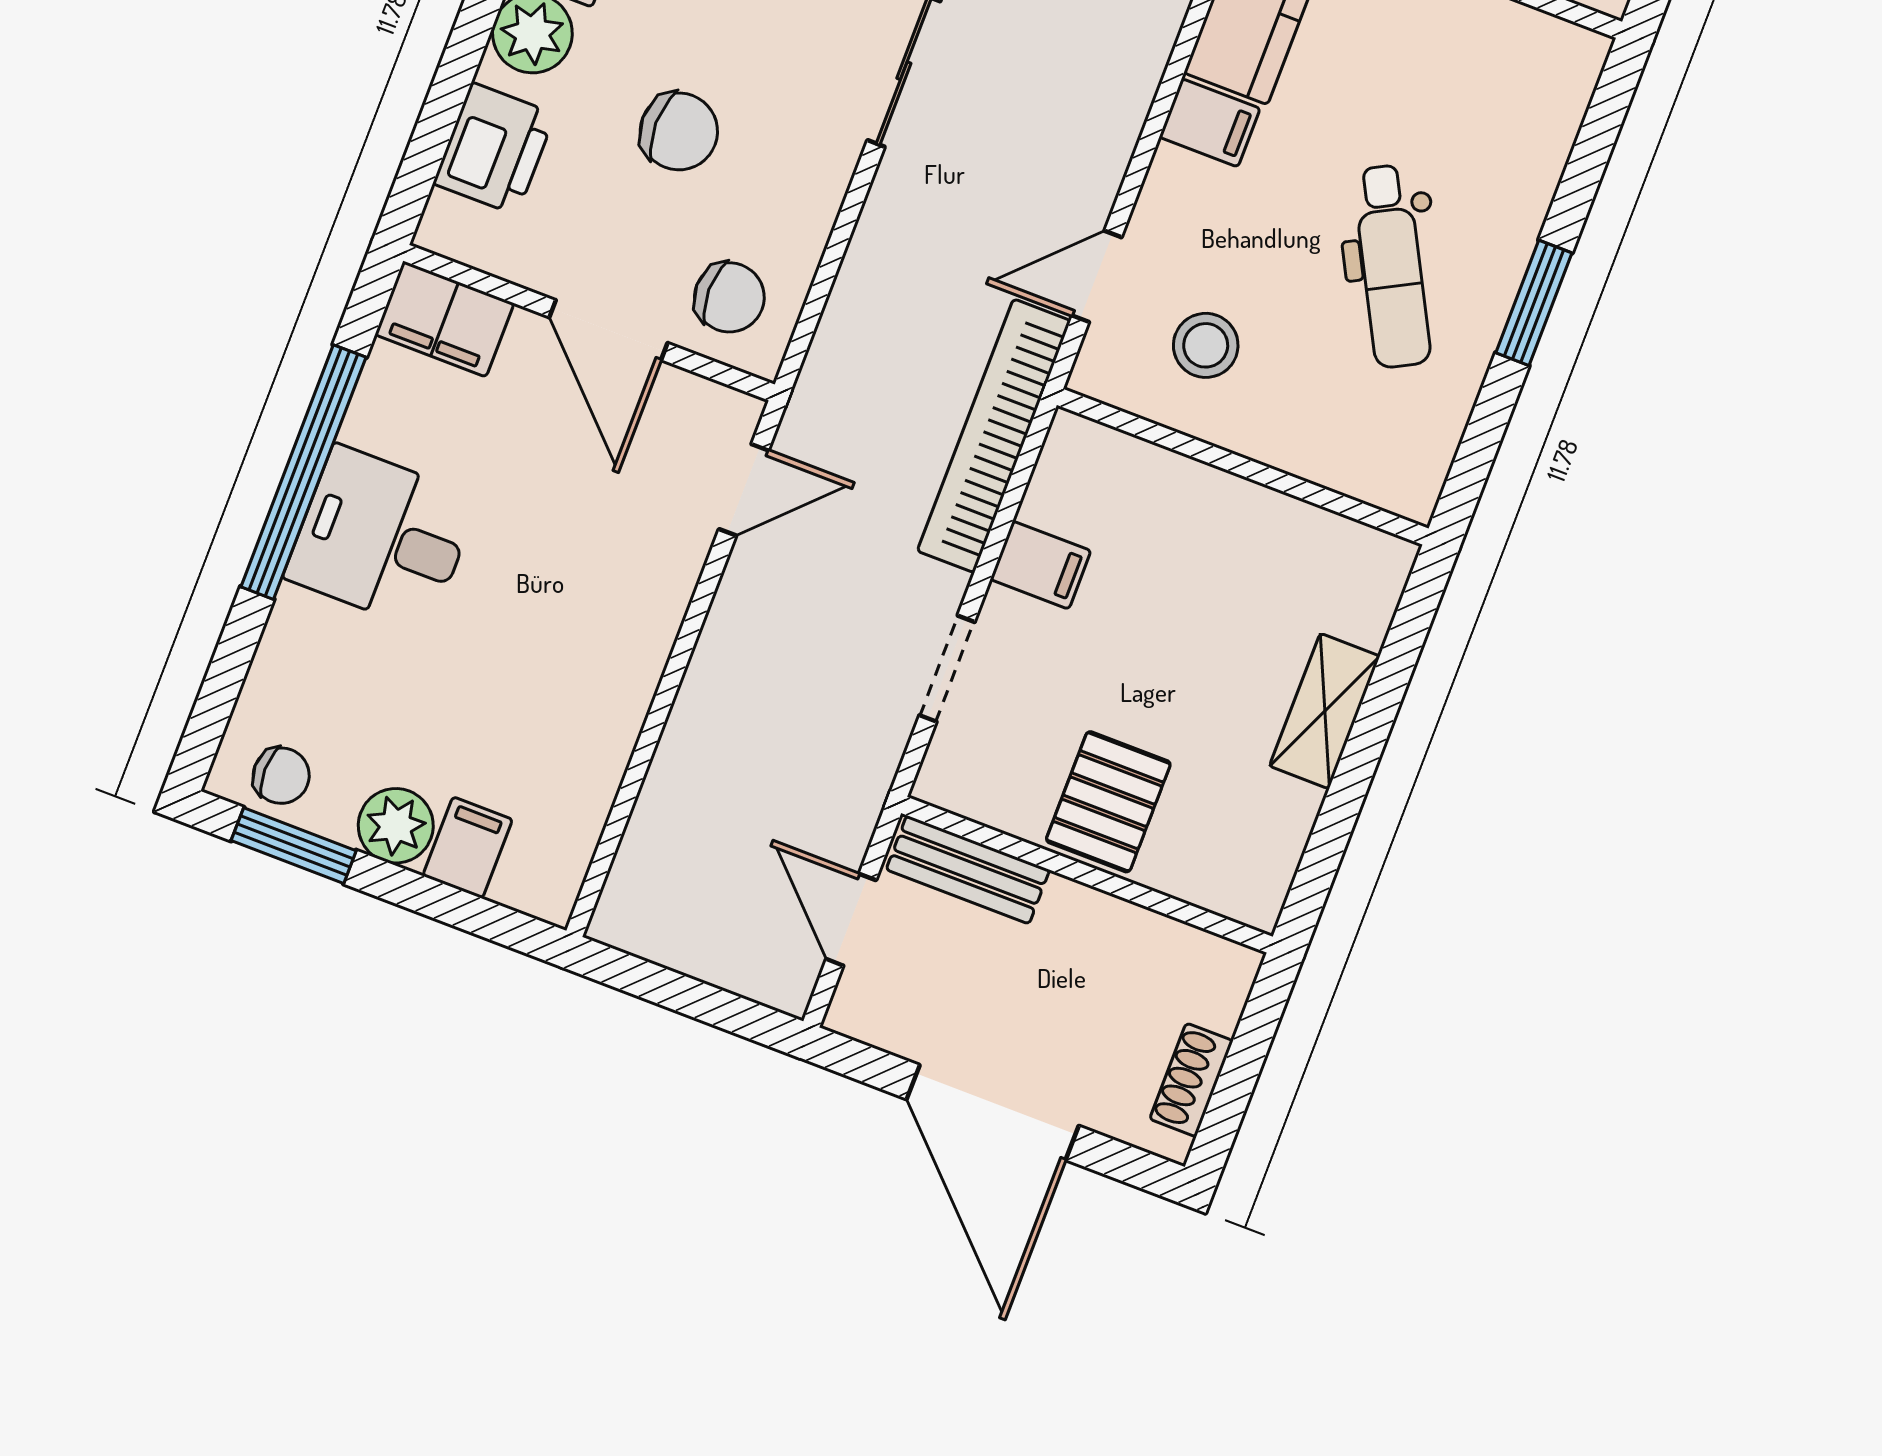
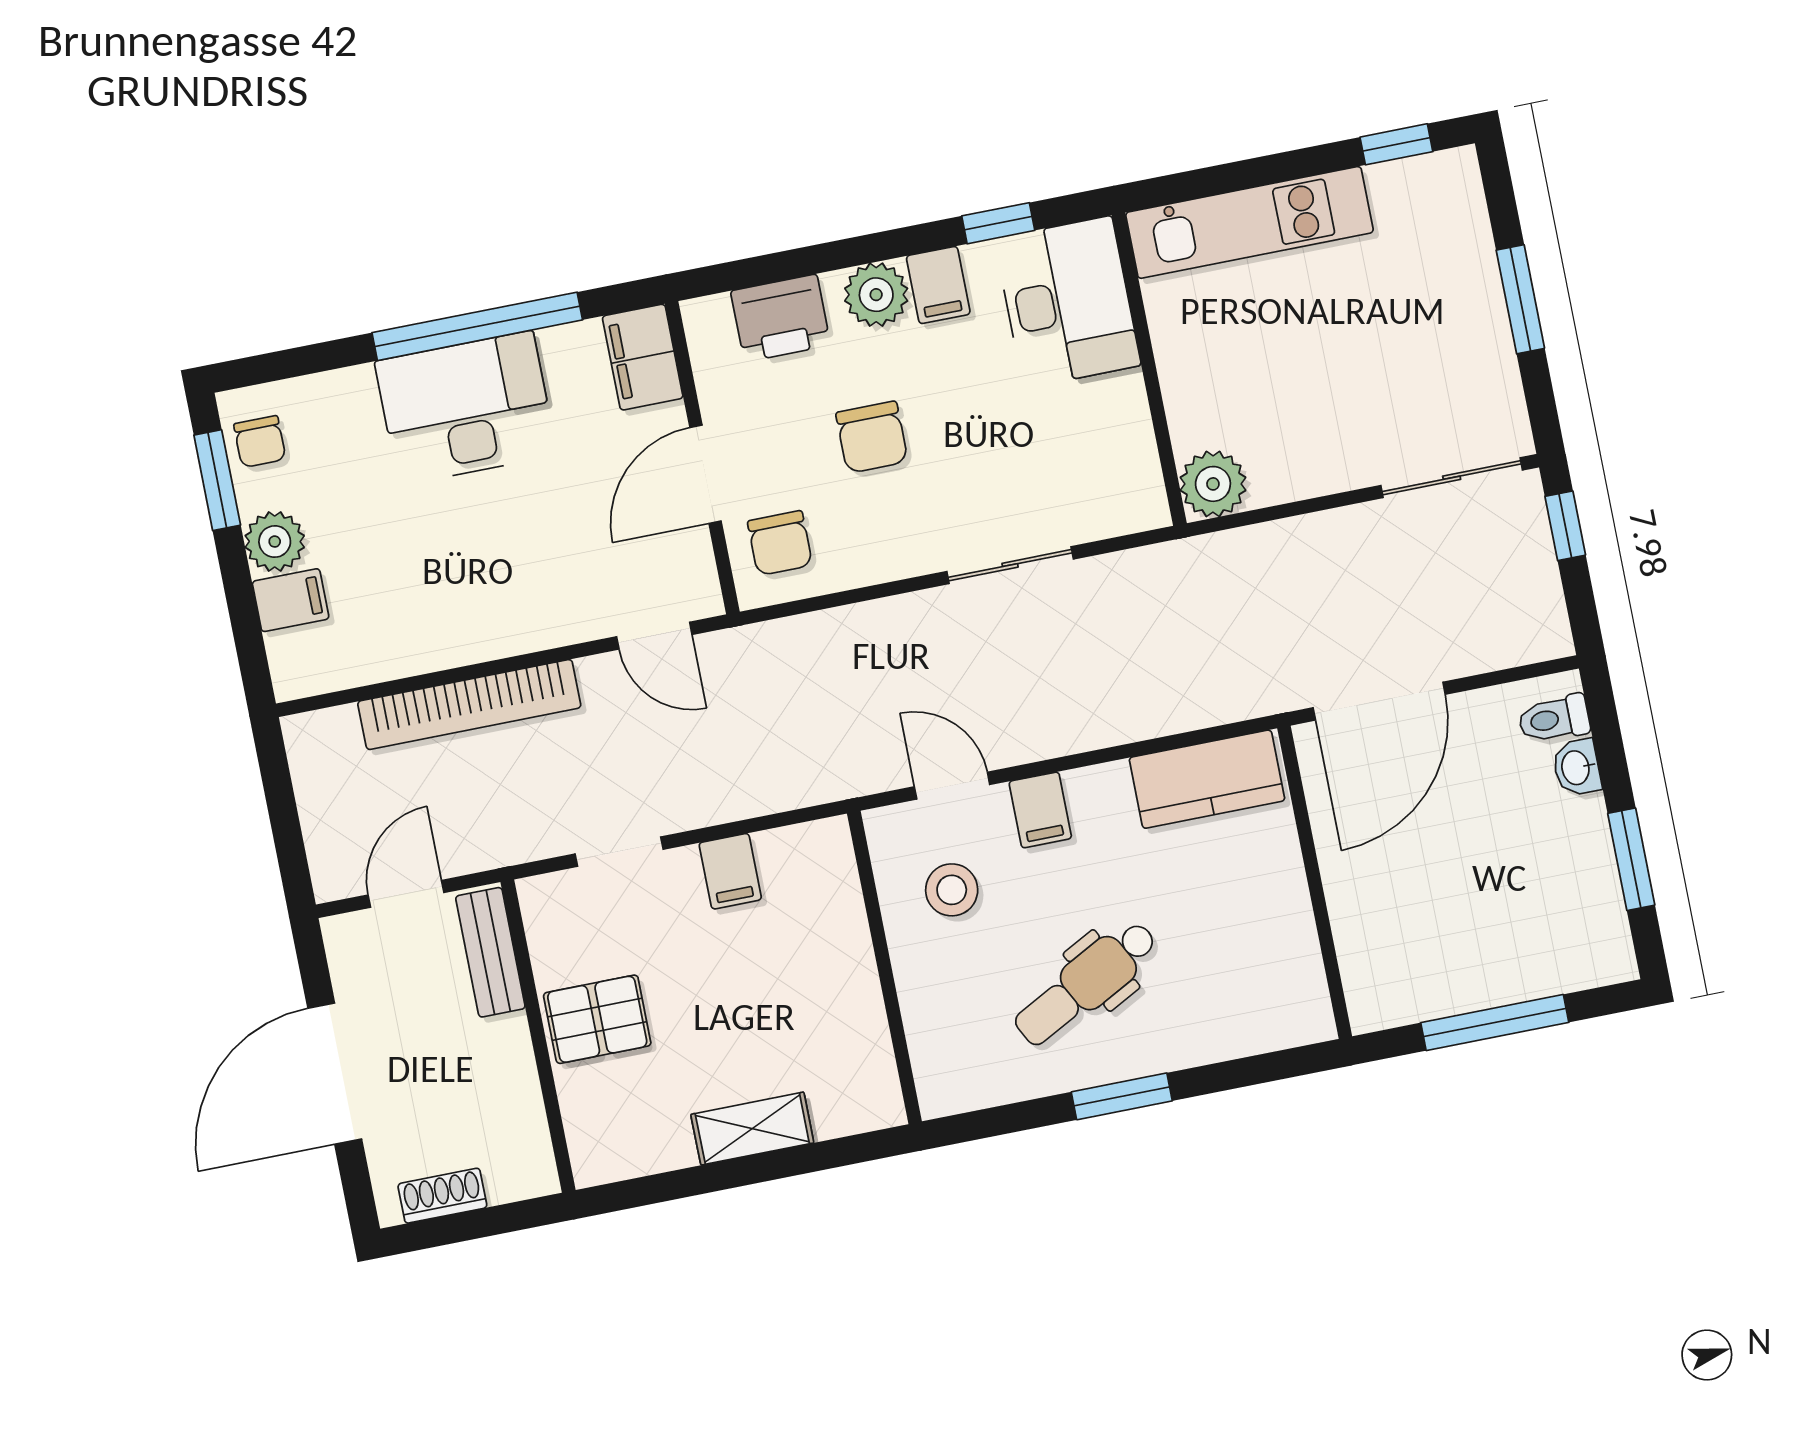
filing cabinet: (1210, 123) -> (1040, 810), moved
bookcase: (994, 436) -> (469, 705), moved, turned 180
desk: (382, 538) -> (466, 408), width x1.37

